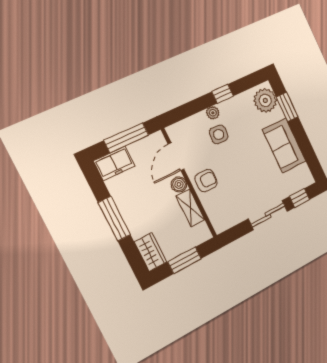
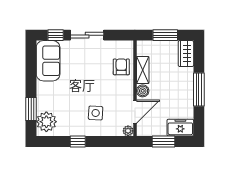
plant: (213, 113) -> (128, 131), moved
window: (126, 138) -> (163, 141), width x0.69
sofa: (284, 145) -> (48, 61), moved
armchair: (206, 181) -> (121, 67), moved, turned 90

